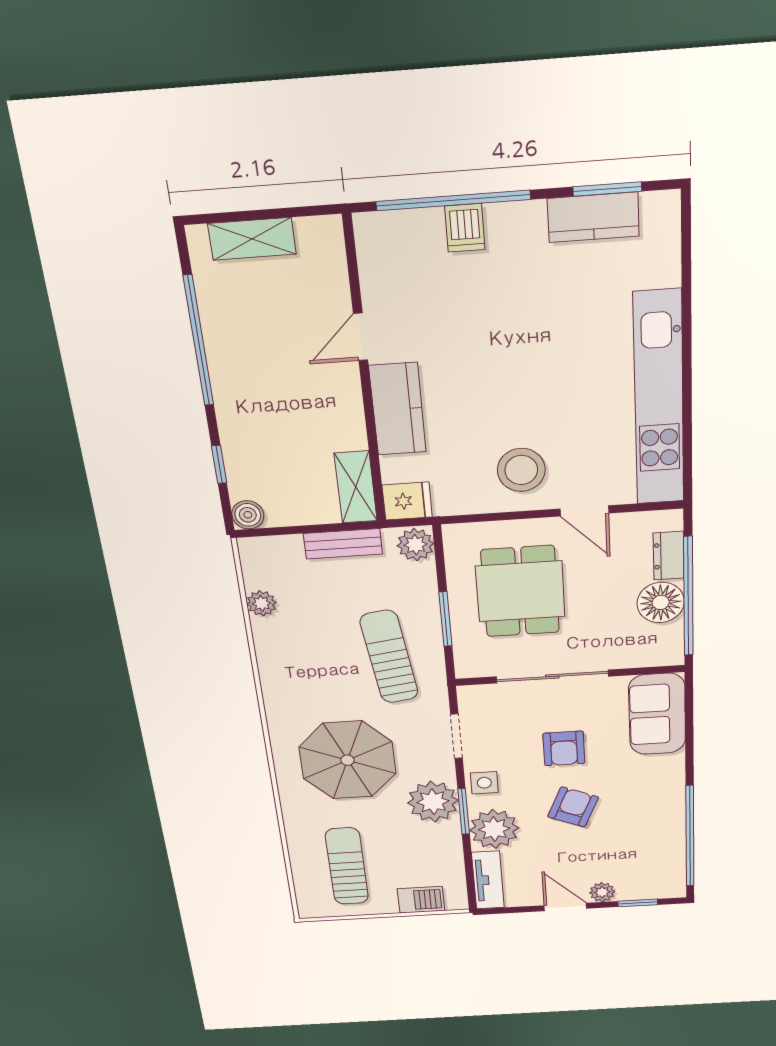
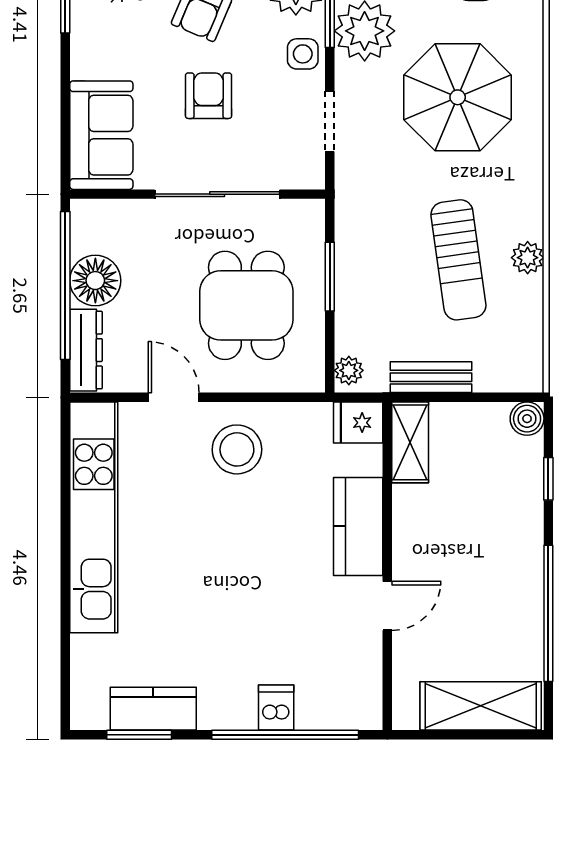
shelving: (252, 239) -> (481, 706), width x1.50, depth x1.33
plant: (415, 545) -> (349, 370), width x0.73, depth x0.73
dresser: (669, 556) -> (86, 350), width x1.44
plant: (261, 603) -> (528, 258), moved
sun lounger: (389, 657) -> (458, 260), moved

